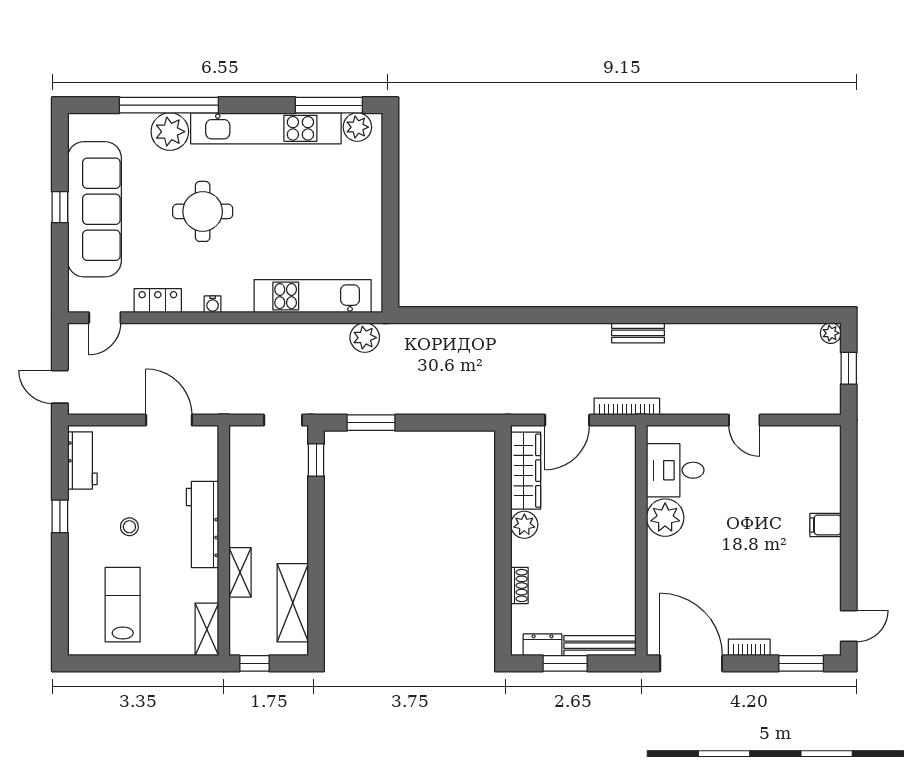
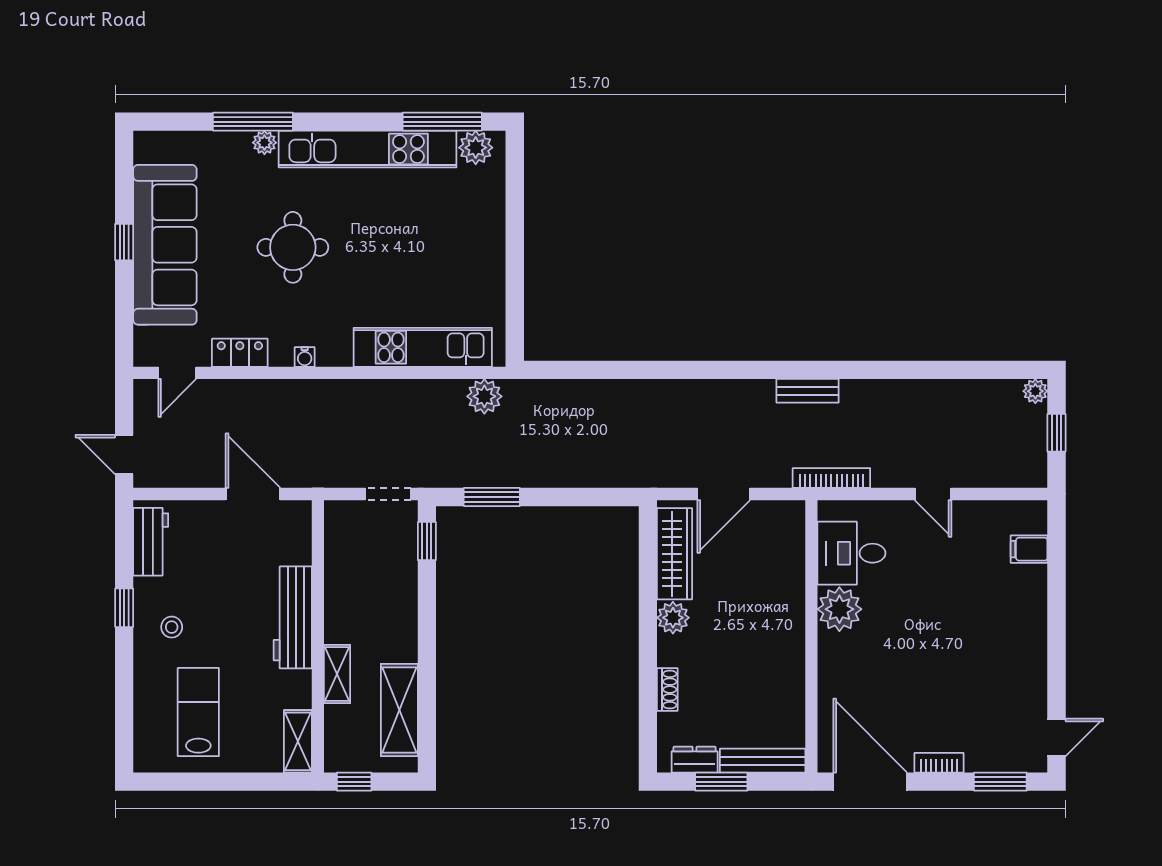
window: (169, 105) -> (253, 122), width x0.68
plant: (170, 132) -> (264, 143), width x0.53, depth x0.53
bookcase: (627, 407) -> (831, 478), moved
filing cabinet: (826, 525) -> (1029, 549), moved
stool: (129, 527) -> (172, 627), moved

